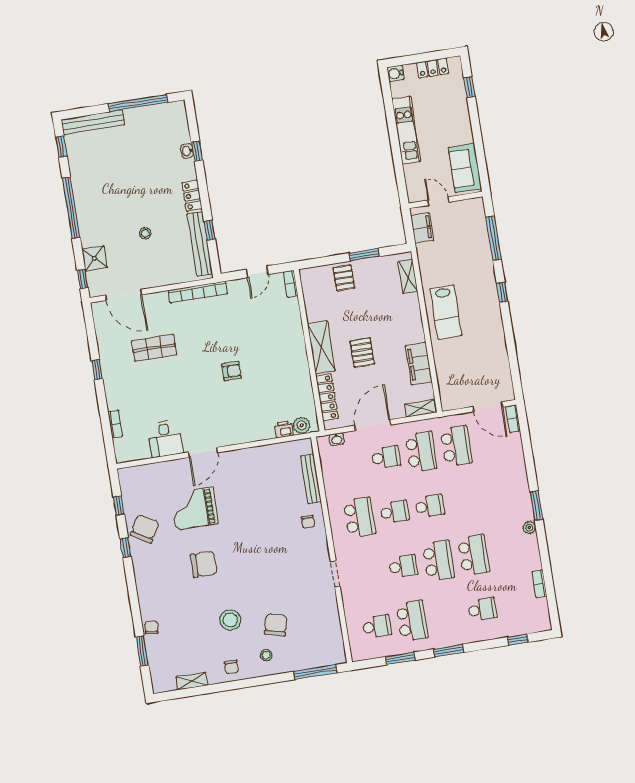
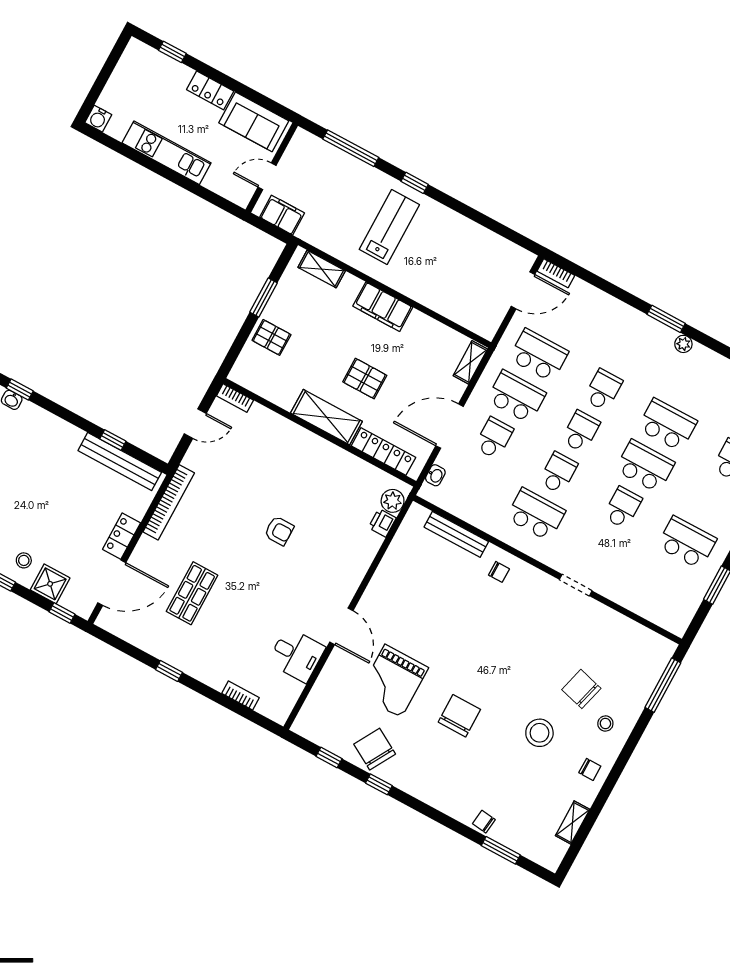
locker: (433, 68) -> (210, 90), moved, turned 90
locker: (192, 196) -> (121, 536), moved, turned 90
stool: (145, 233) -> (24, 560), moved
door: (257, 272) -> (195, 424), hinge flipped
lab bench: (446, 312) -> (389, 227), moved, turned -90
filing cabinet: (419, 364) -> (383, 307), moved
armchair: (232, 371) -> (279, 531), turned 90
door: (373, 425) -> (450, 426), hinge flipped
school desk: (377, 626) -> (603, 390), moved

